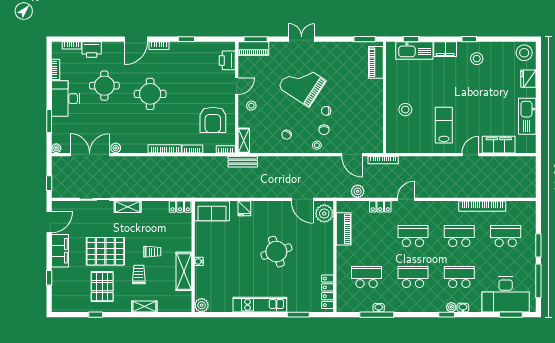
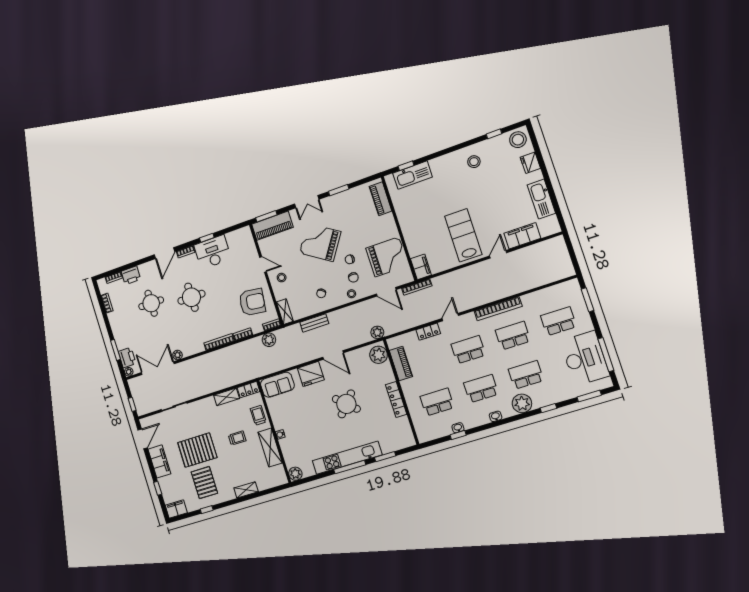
double door: (302, 39) -> (307, 202), swing flipped
window: (365, 39) -> (339, 190), moved
window: (469, 39) -> (494, 134), moved
piano: (253, 48) -> (272, 226), width x1.37, depth x1.33
filing cabinet: (445, 49) -> (421, 267), moved, turned -90
printer: (227, 60) -> (127, 358), moved, turned 180
door: (237, 86) -> (263, 264), hinge flipped
desk: (66, 99) -> (213, 252), moved, turned 90
stool: (405, 110) -> (422, 233), removed
armchair: (213, 120) -> (252, 302), turned -83
grand piano: (364, 121) -> (387, 257), added
lab bench: (444, 125) -> (463, 235), width x1.36, depth x1.39
bench: (243, 162) -> (314, 323), moved
plant: (218, 163) -> (269, 340), added
plant: (358, 191) -> (377, 332), moved
door: (302, 199) -> (333, 355), moved
bookcase: (482, 206) -> (498, 309), moved
shelving: (128, 207) -> (227, 397), moved
fridge: (244, 208) -> (311, 374), width x1.88, depth x1.34
window: (538, 245) -> (587, 300), moved
round table: (276, 252) -> (346, 404), turned -30
trolley: (139, 274) -> (258, 415), moved
locker: (327, 292) -> (396, 400), moved
desk: (506, 295) -> (585, 358), moved, turned -90
filing cabinet: (63, 305) -> (176, 509), added
kitchen unit: (260, 305) -> (347, 458), width x1.36
plant: (451, 307) -> (522, 403), width x1.87, depth x1.87
washbasin: (463, 308) -> (496, 416), moved
window: (259, 315) -> (350, 467), added
window: (377, 315) -> (458, 435), width x0.46
window: (447, 315) -> (548, 408), moved

